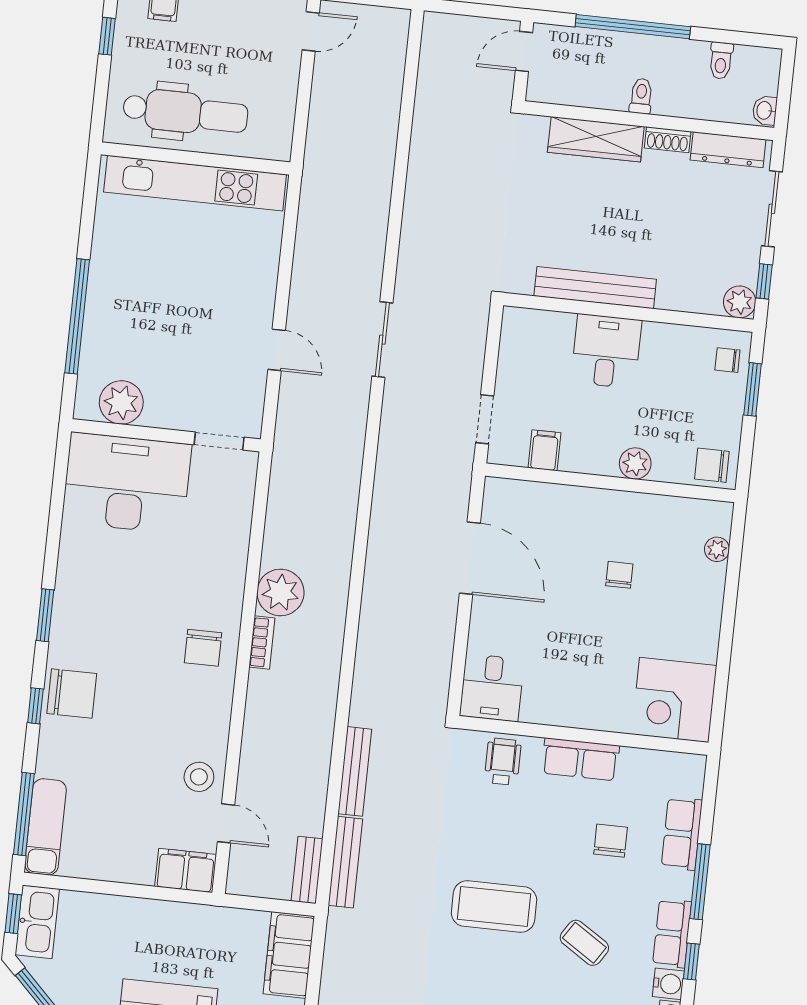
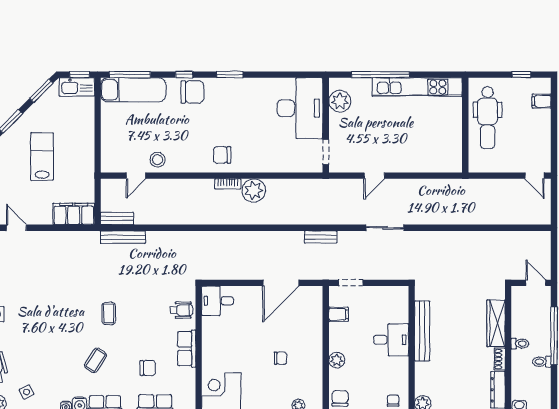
toilet: (721, 61) -> (542, 362), moved
kitchen unit: (195, 183) -> (417, 87), moved, turned -90
chair: (72, 694) -> (192, 92), turned -90
bench: (355, 771) -> (321, 237), moved, width x0.73
exam couch: (45, 827) -> (133, 90), width x1.36, depth x1.45
filing cabinet: (186, 870) -> (110, 158), removed
coffee table: (494, 906) -> (109, 313), width x0.54, depth x0.58

